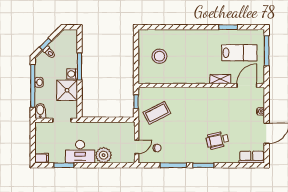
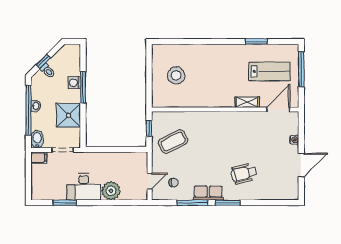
washing machine: (72, 74) -> (74, 83), moved
row of seats: (252, 157) -> (208, 193), moved
filing cabinet: (42, 158) -> (39, 158), moved

